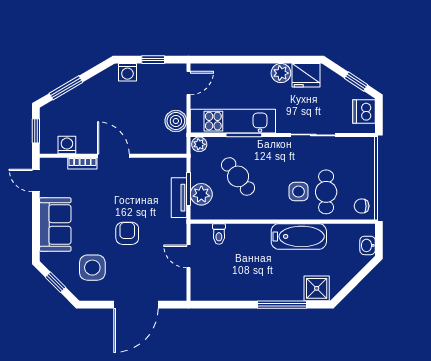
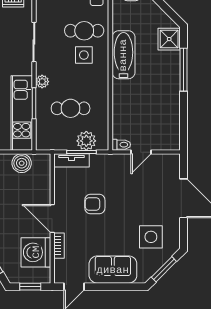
plant: (199, 144) -> (42, 82), moved
washing machine: (67, 145) -> (36, 252), width x1.89, depth x1.89
door: (113, 156) -> (52, 218), hinge flipped
cafe table: (238, 176) -> (71, 108), turned 38
tv unit: (179, 198) -> (71, 160), moved
armchair: (127, 233) -> (95, 204), moved
toilet: (219, 234) -> (121, 145), moved
window: (56, 282) -> (164, 269), width x1.50

